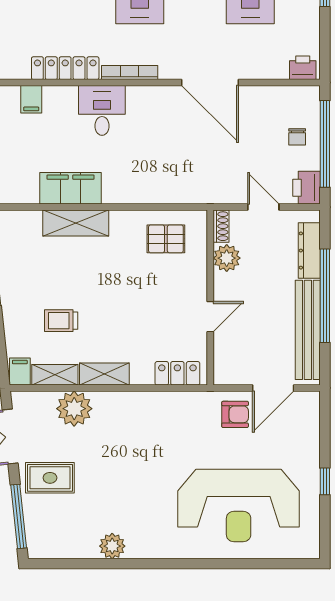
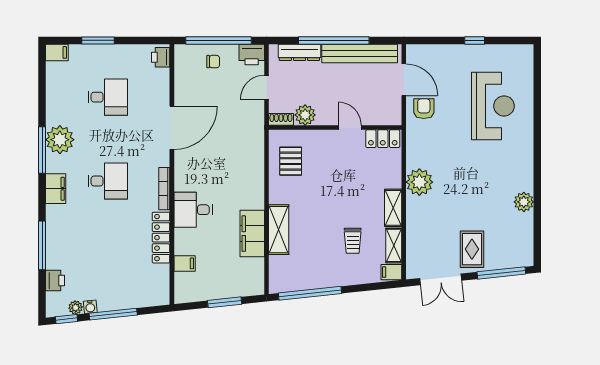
locker: (177, 373) -> (383, 139), moved, turned -90
plant: (74, 409) -> (419, 182), moved
reception desk: (239, 505) -> (493, 106), width x0.74, depth x0.77

